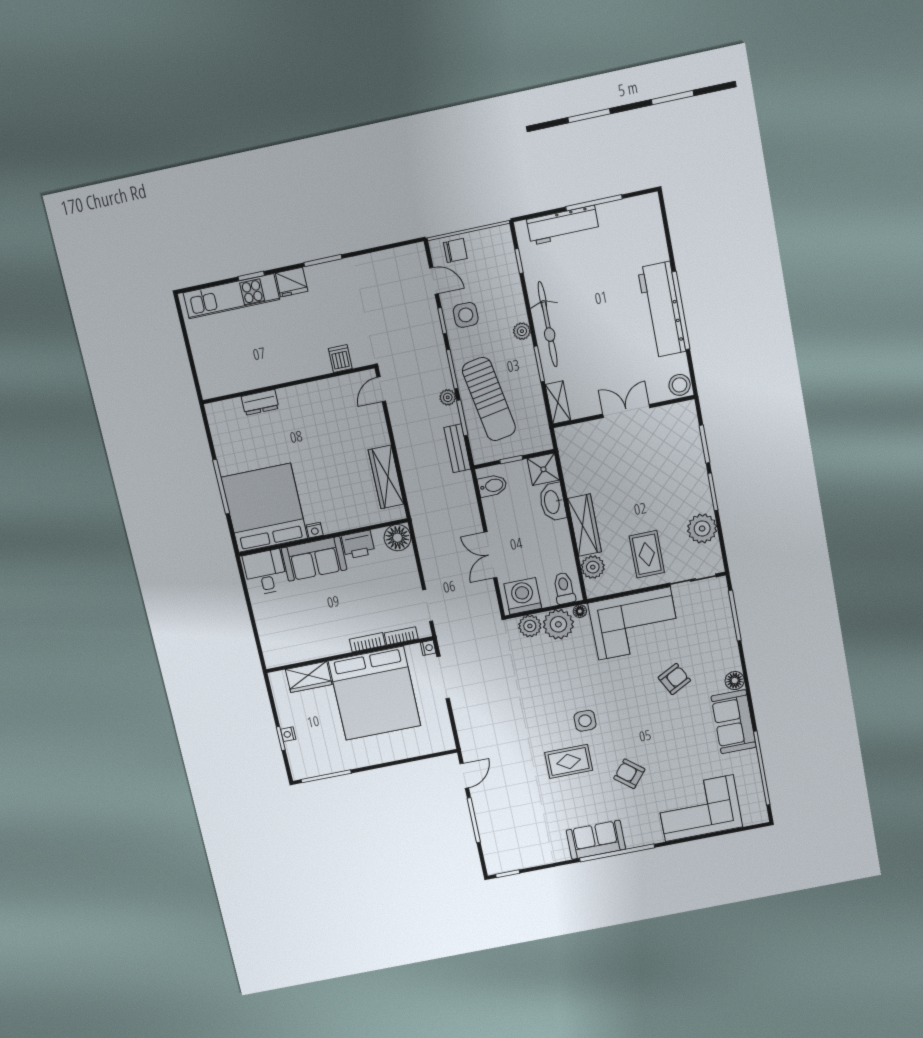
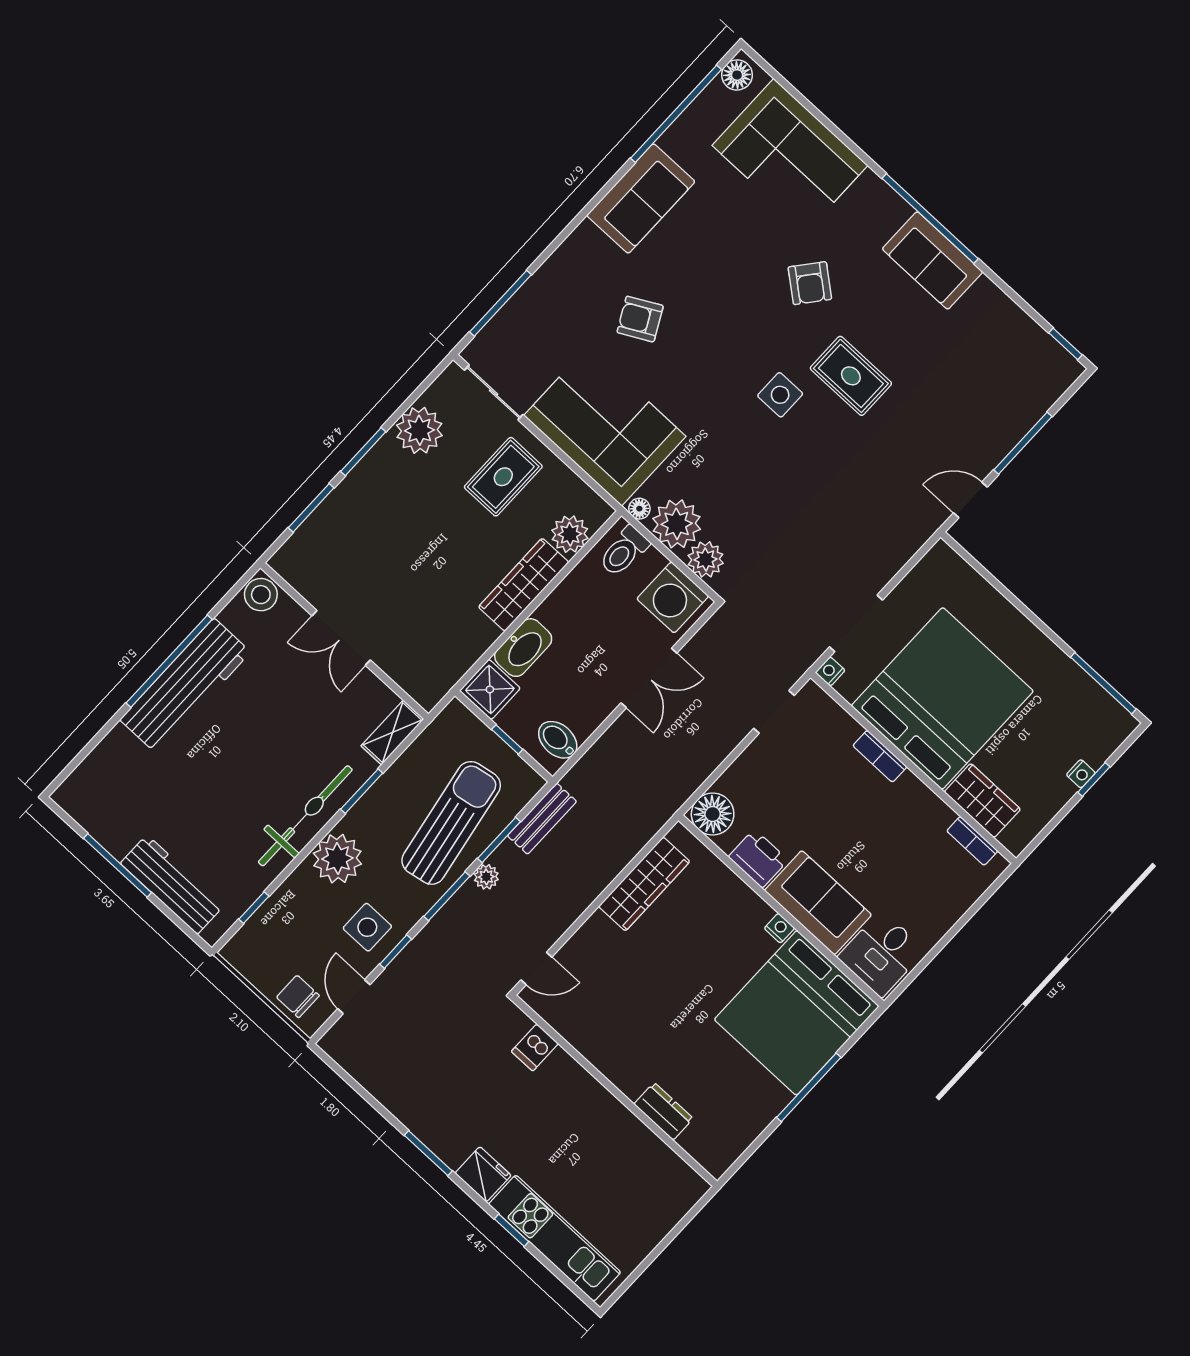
plant: (522, 331) -> (337, 859), width x1.87, depth x1.87
bookcase: (401, 636) -> (972, 841), moved
floor lamp: (735, 681) -> (737, 75), moved

